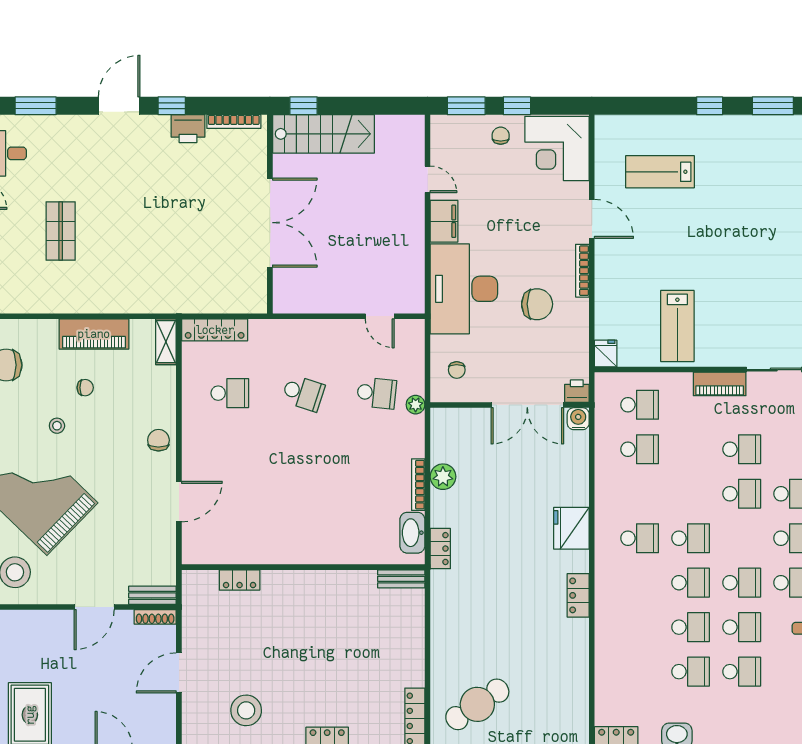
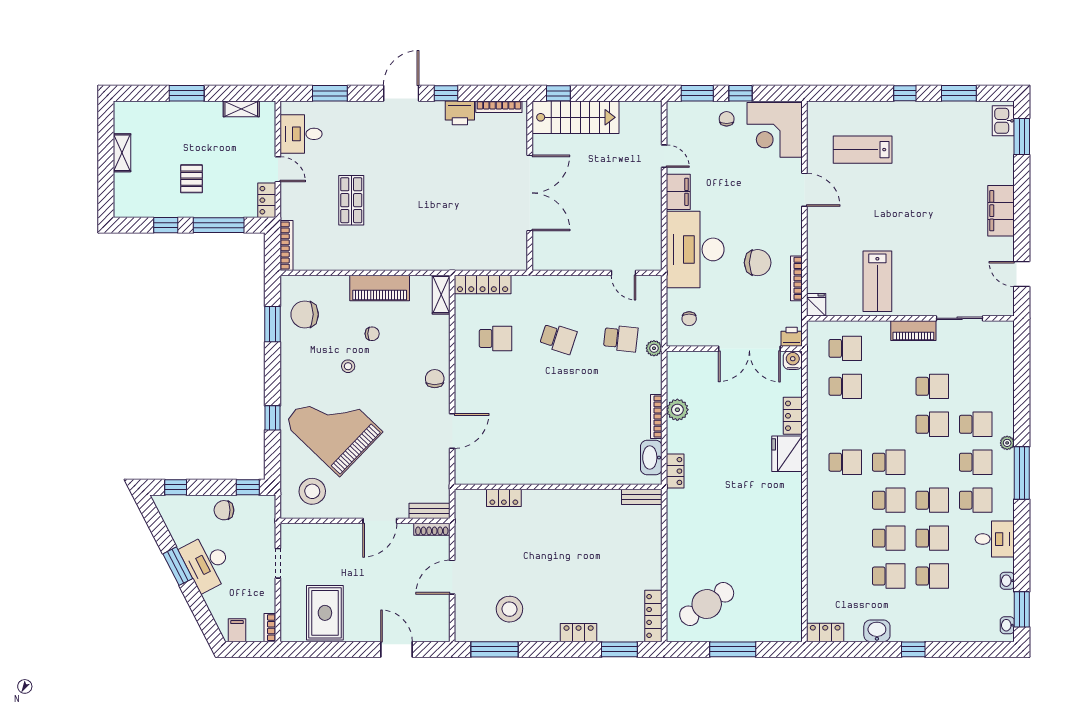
bookcase: (582, 271) -> (796, 278), moved
locker: (578, 595) -> (793, 416), moved

